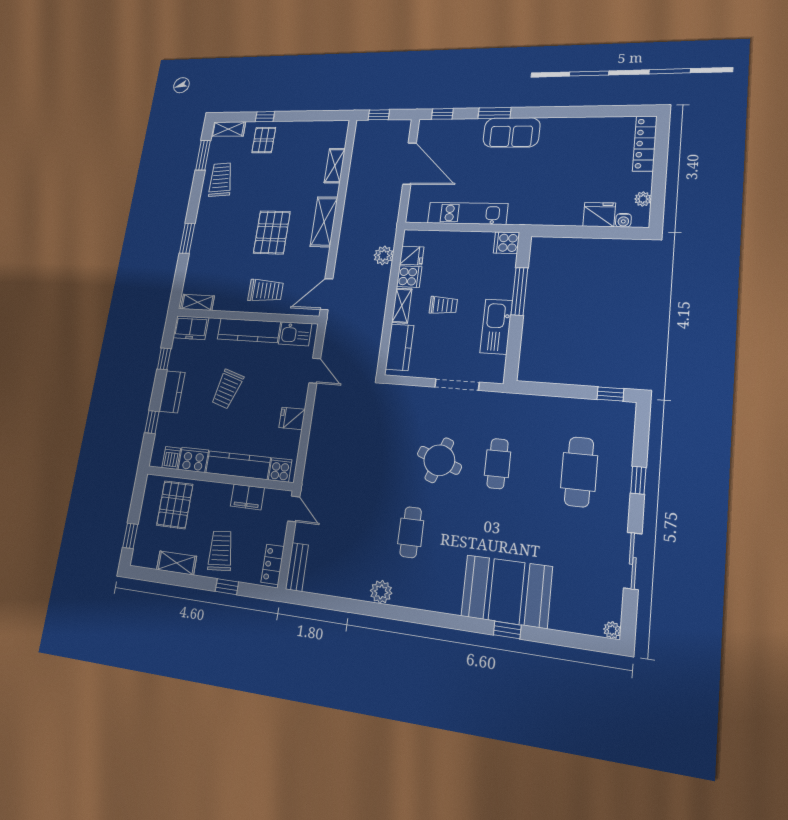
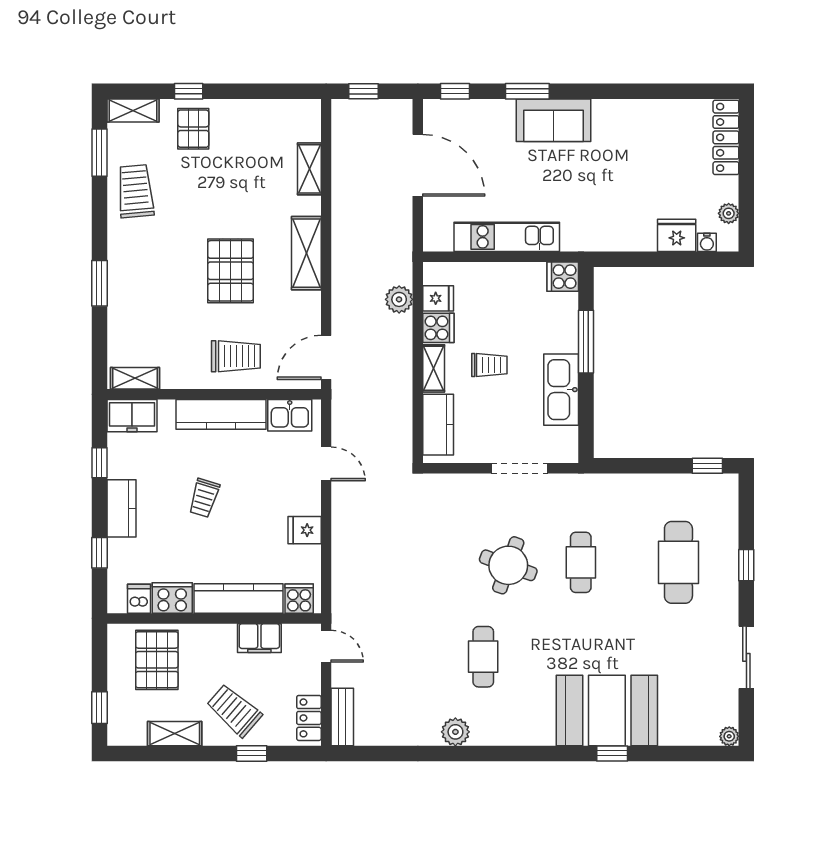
trolley: (227, 389) -> (204, 498), width x0.73, depth x0.72
trolley: (220, 551) -> (234, 710), turned -44

